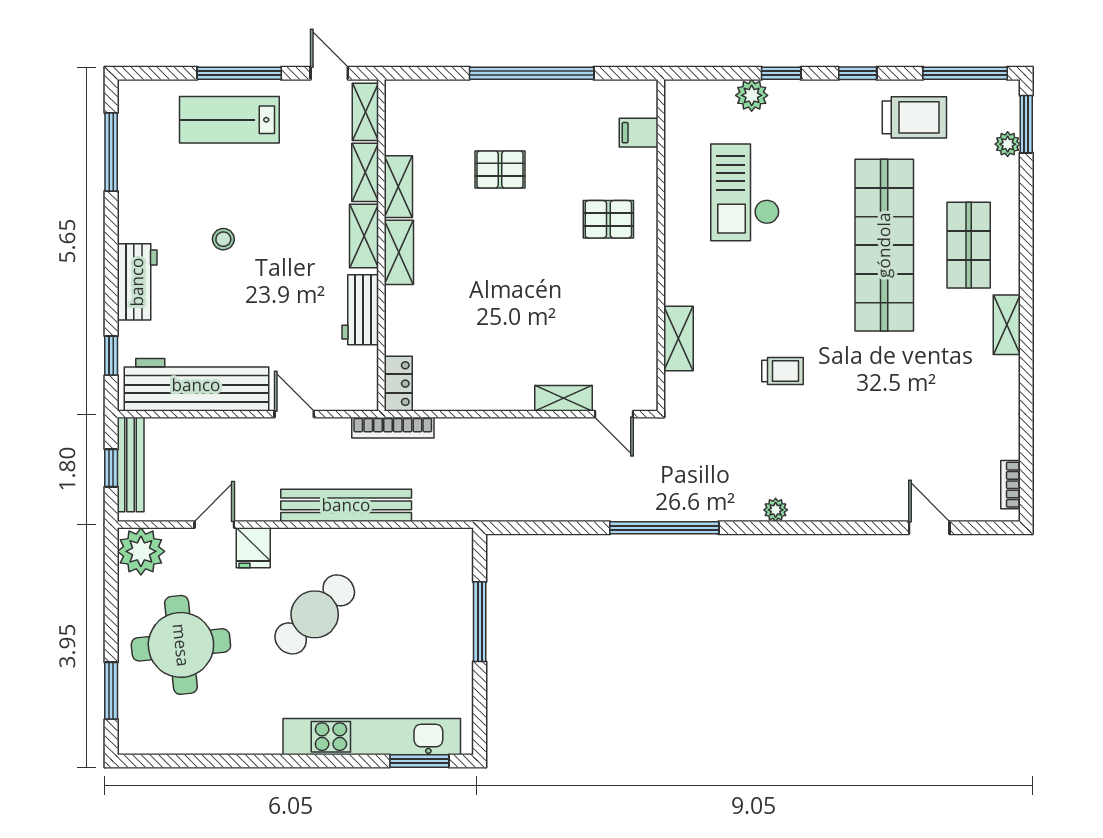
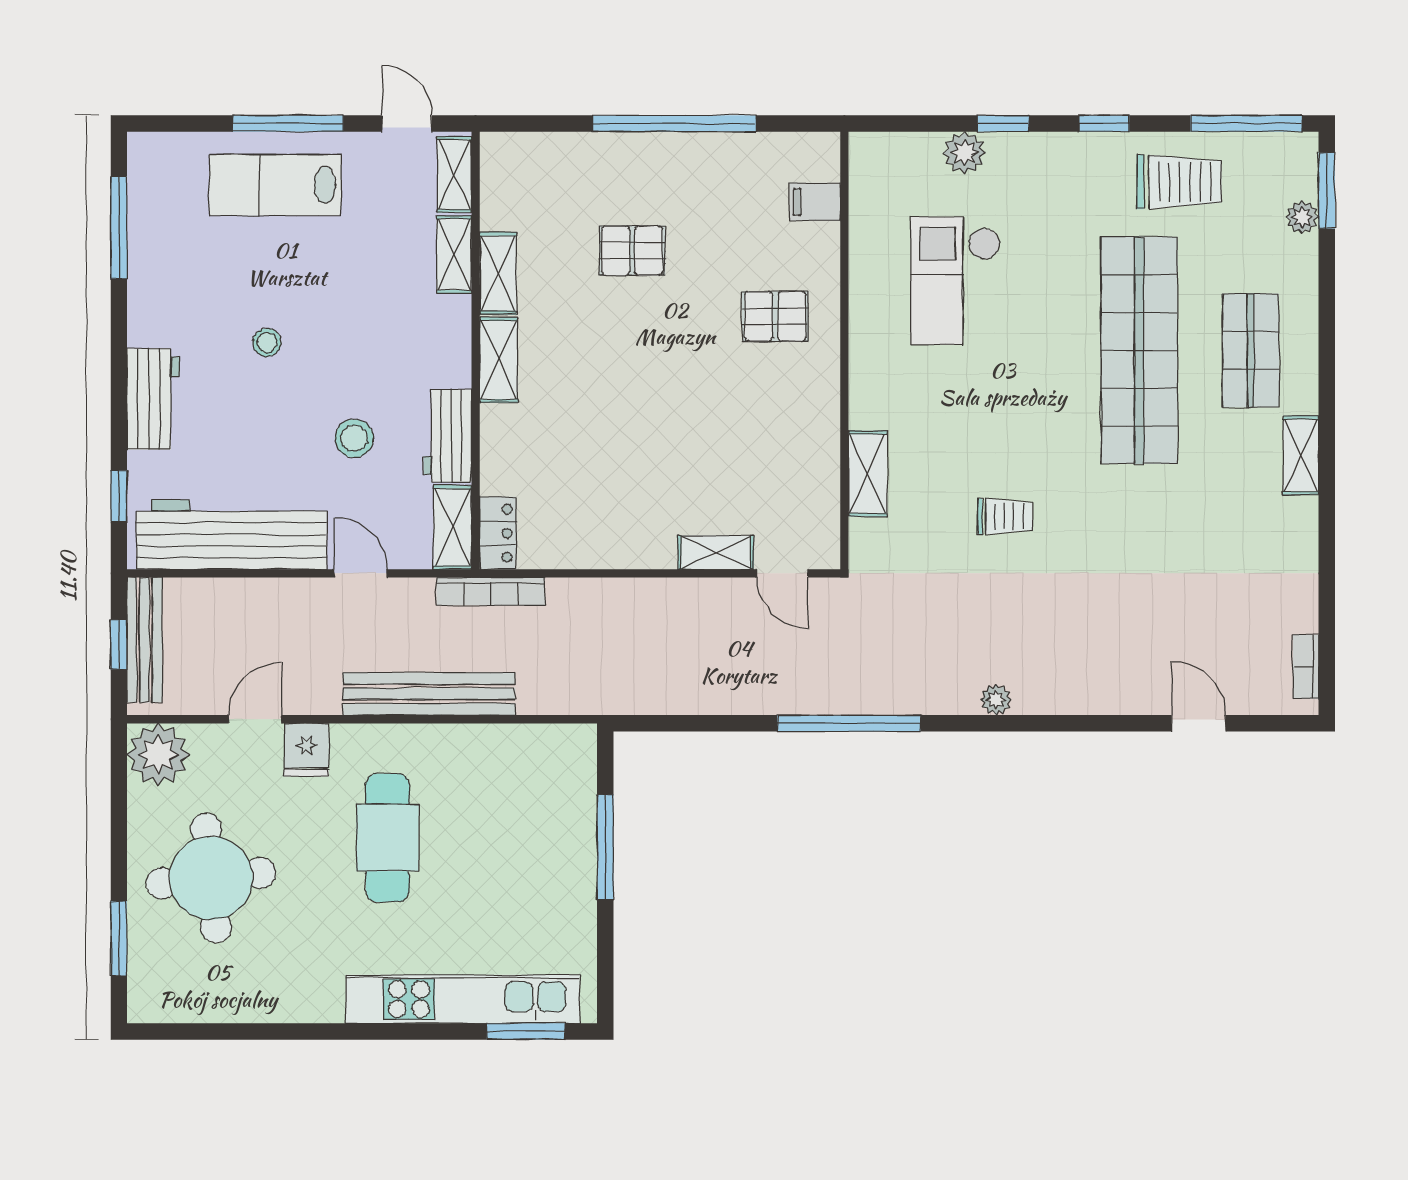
shelving: (364, 236) -> (453, 527), moved
stool: (289, 312) -> (354, 438), added
cafe table: (315, 614) -> (388, 838), turned -45

